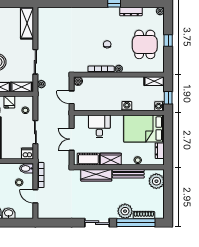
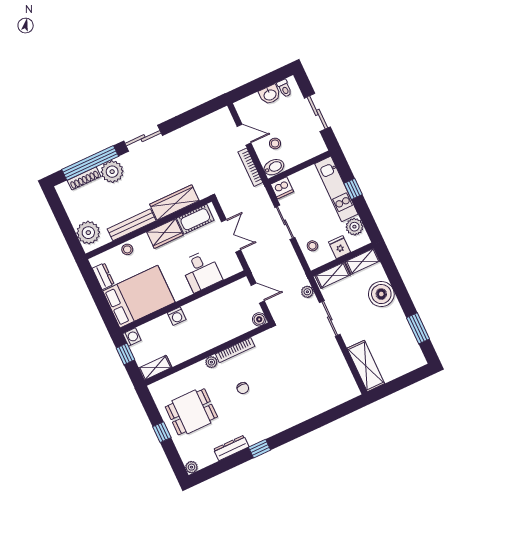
dining table: (145, 44) -> (191, 412), turned 90

